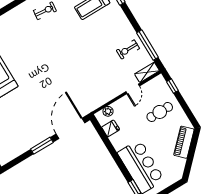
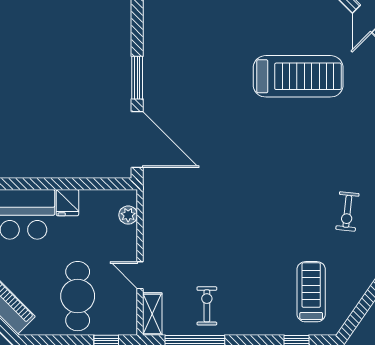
cafe table: (160, 112) -> (78, 296), width x1.37, depth x1.35
fridge: (111, 128) -> (67, 203), moved

